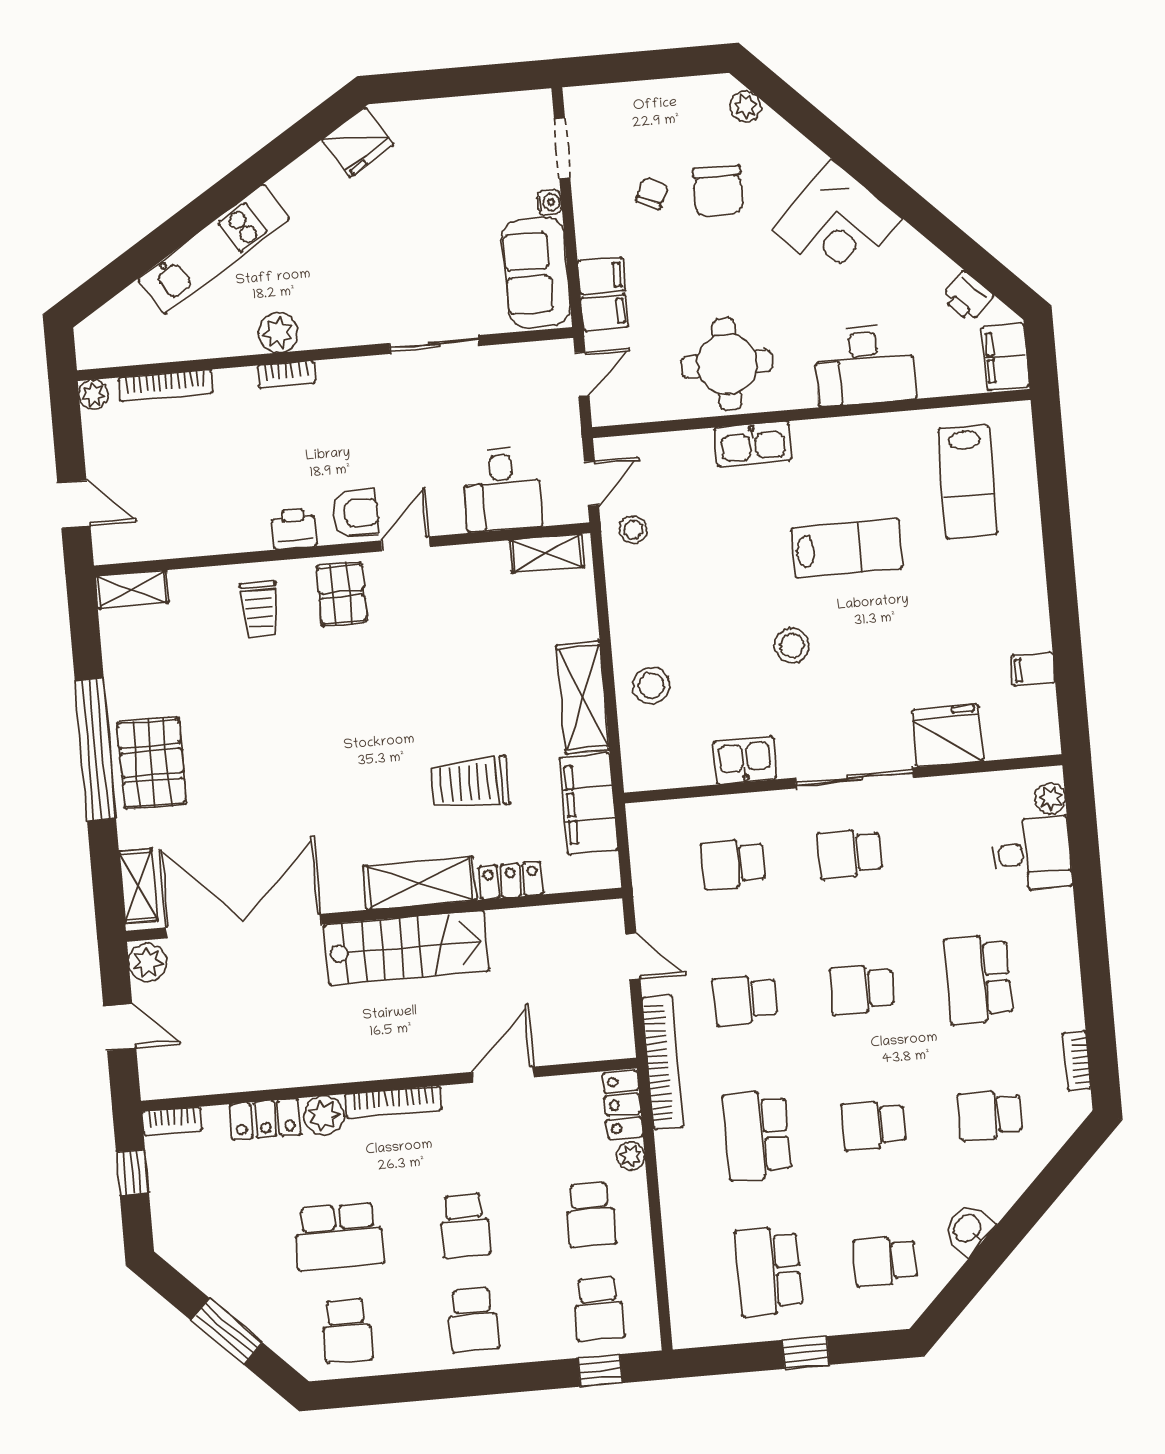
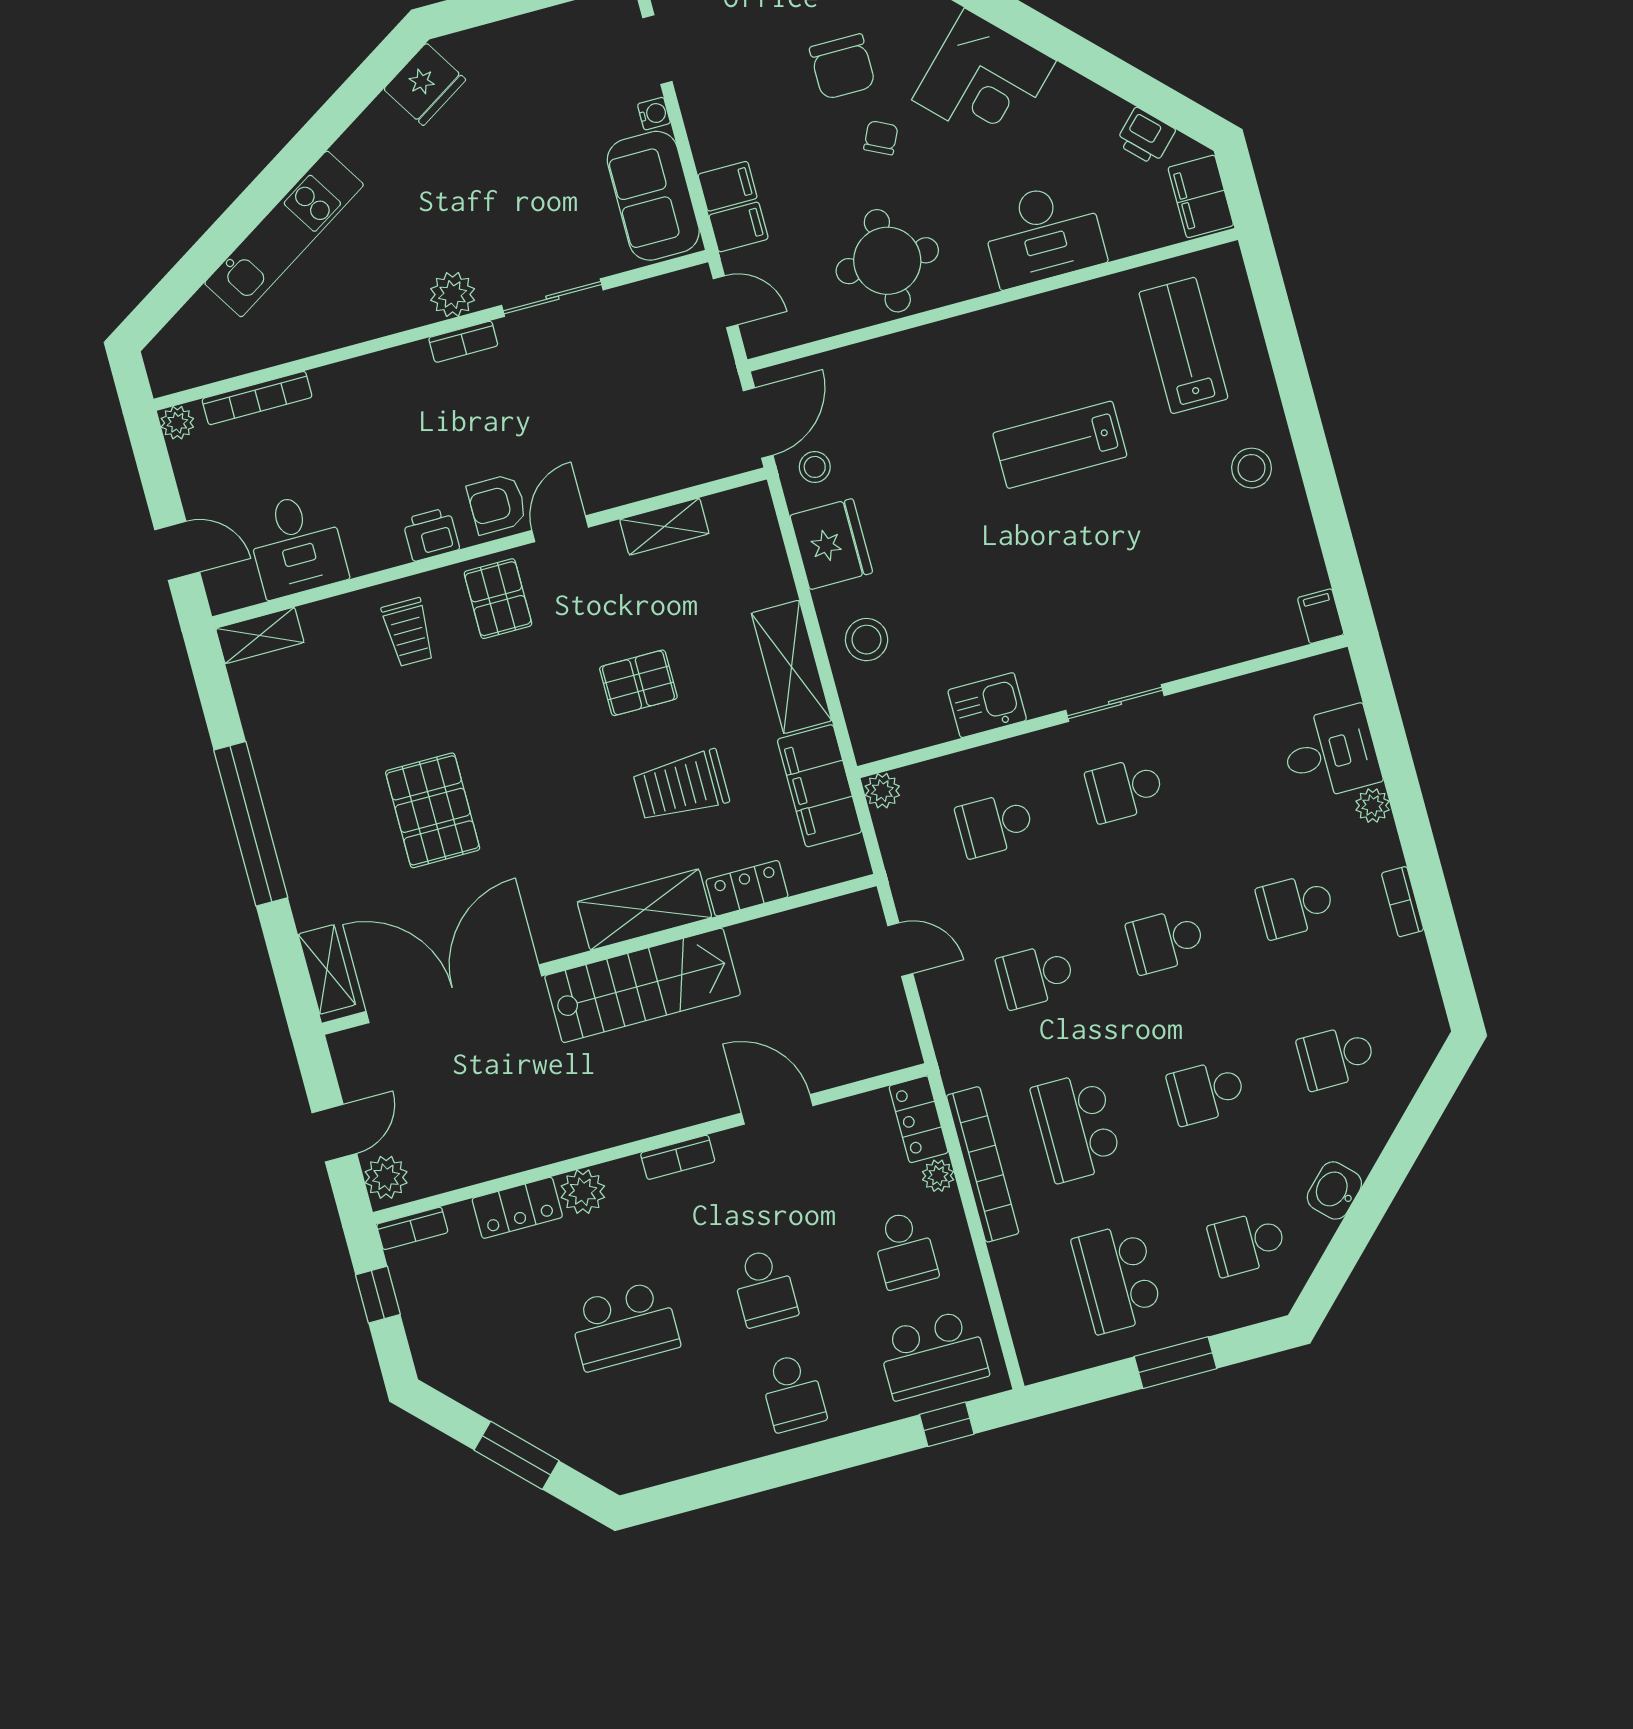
chair: (652, 193) -> (881, 138), moved
plant: (278, 333) -> (453, 294), moved
bookcase: (286, 374) -> (463, 342), moved
door: (582, 374) -> (725, 302), hinge flipped
kitchen sink: (753, 444) -> (933, 346), removed
lab bench: (968, 482) -> (1183, 345), turned 180
door: (591, 483) -> (758, 423), width x1.38
desk: (502, 489) -> (297, 545), moved
armchair: (355, 513) -> (497, 504), turned 180
lab bench: (847, 548) -> (1060, 445), turned 180
shelving: (547, 553) -> (664, 527), moved
stool: (792, 646) -> (1251, 468), moved
filing cabinet: (1033, 669) -> (1321, 616), moved, turned 90
pallet: (449, 688) -> (638, 683), added
fridge: (948, 736) -> (831, 544), moved, turned 90
pallet: (152, 763) -> (433, 810), moved
sliding door: (855, 778) -> (1115, 703), width x0.73
plant: (1050, 798) -> (1373, 806), moved
plant: (642, 818) -> (882, 791), added
plant: (148, 962) -> (386, 1177), moved
school desk: (978, 979) -> (1296, 906), width x0.54
door: (120, 1027) -> (334, 1133), hinge flipped
bookcase: (1077, 1061) -> (1403, 902), moved
bookcase: (663, 1062) -> (983, 1164), moved
door: (503, 1075) -> (777, 1109), hinge flipped
bookcase: (393, 1102) -> (678, 1157), width x0.64
school desk: (599, 1309) -> (933, 1355), width x1.85
school desk: (347, 1331) -> (652, 1430), removed
window: (806, 1352) -> (1175, 1363), width x1.50

